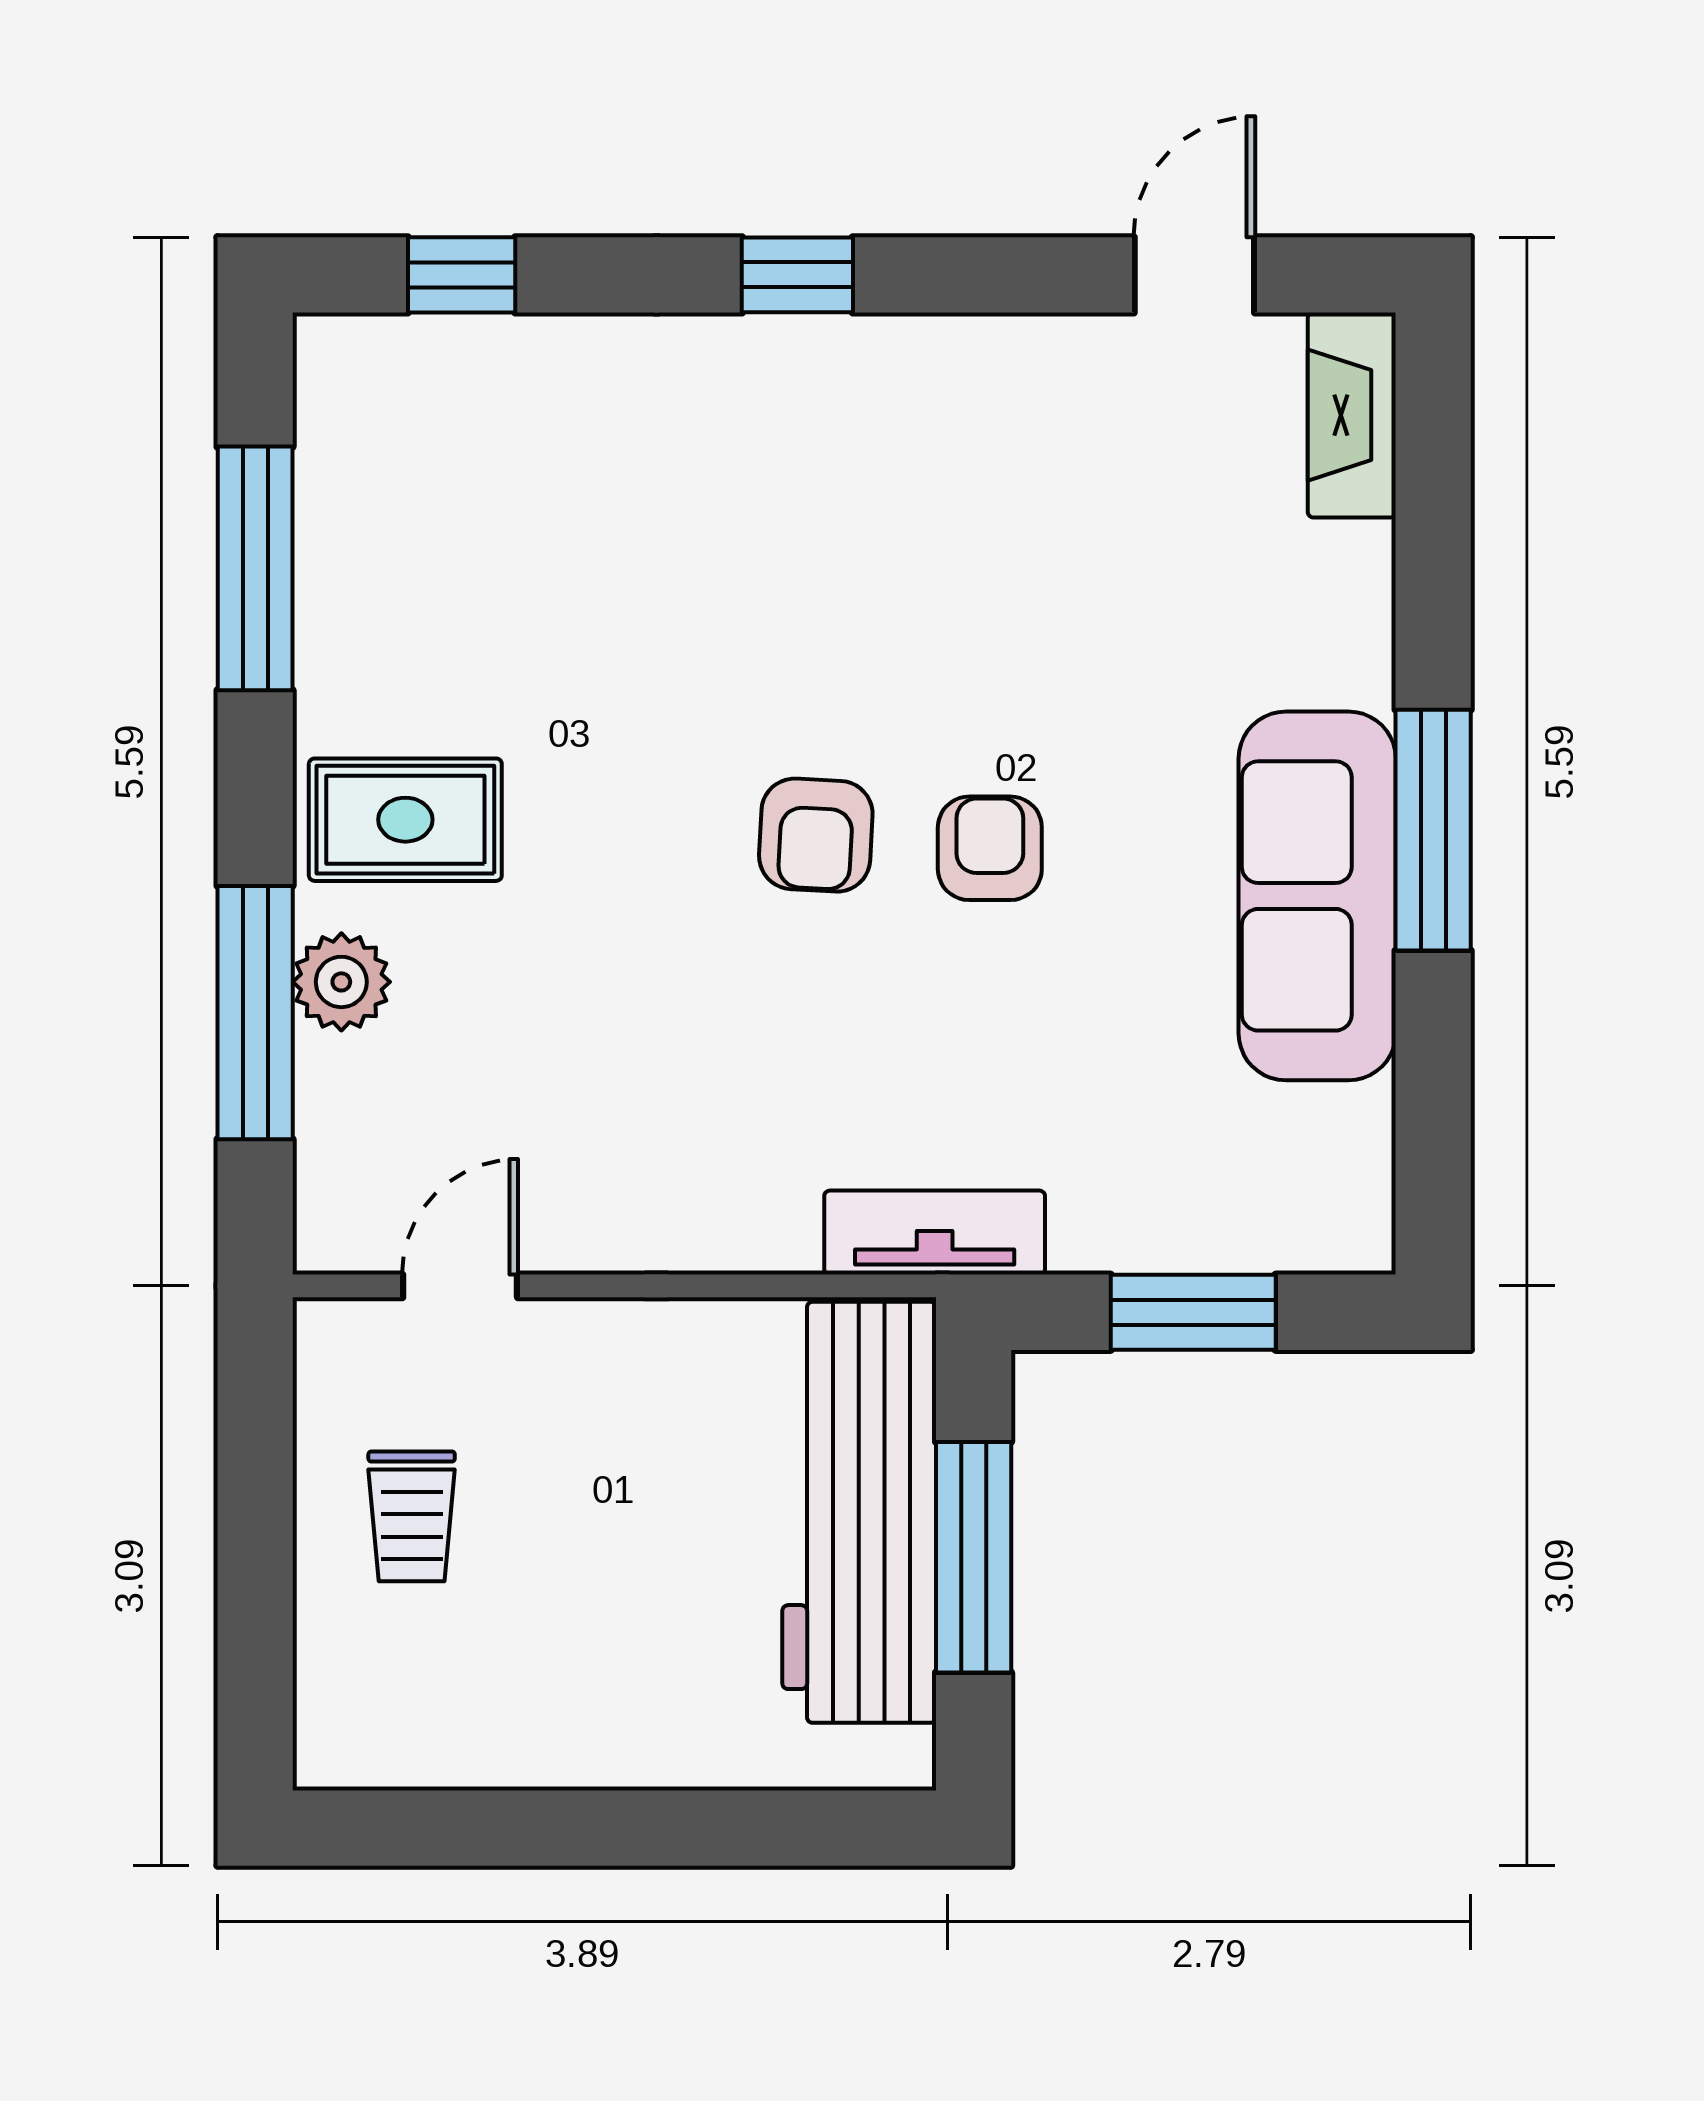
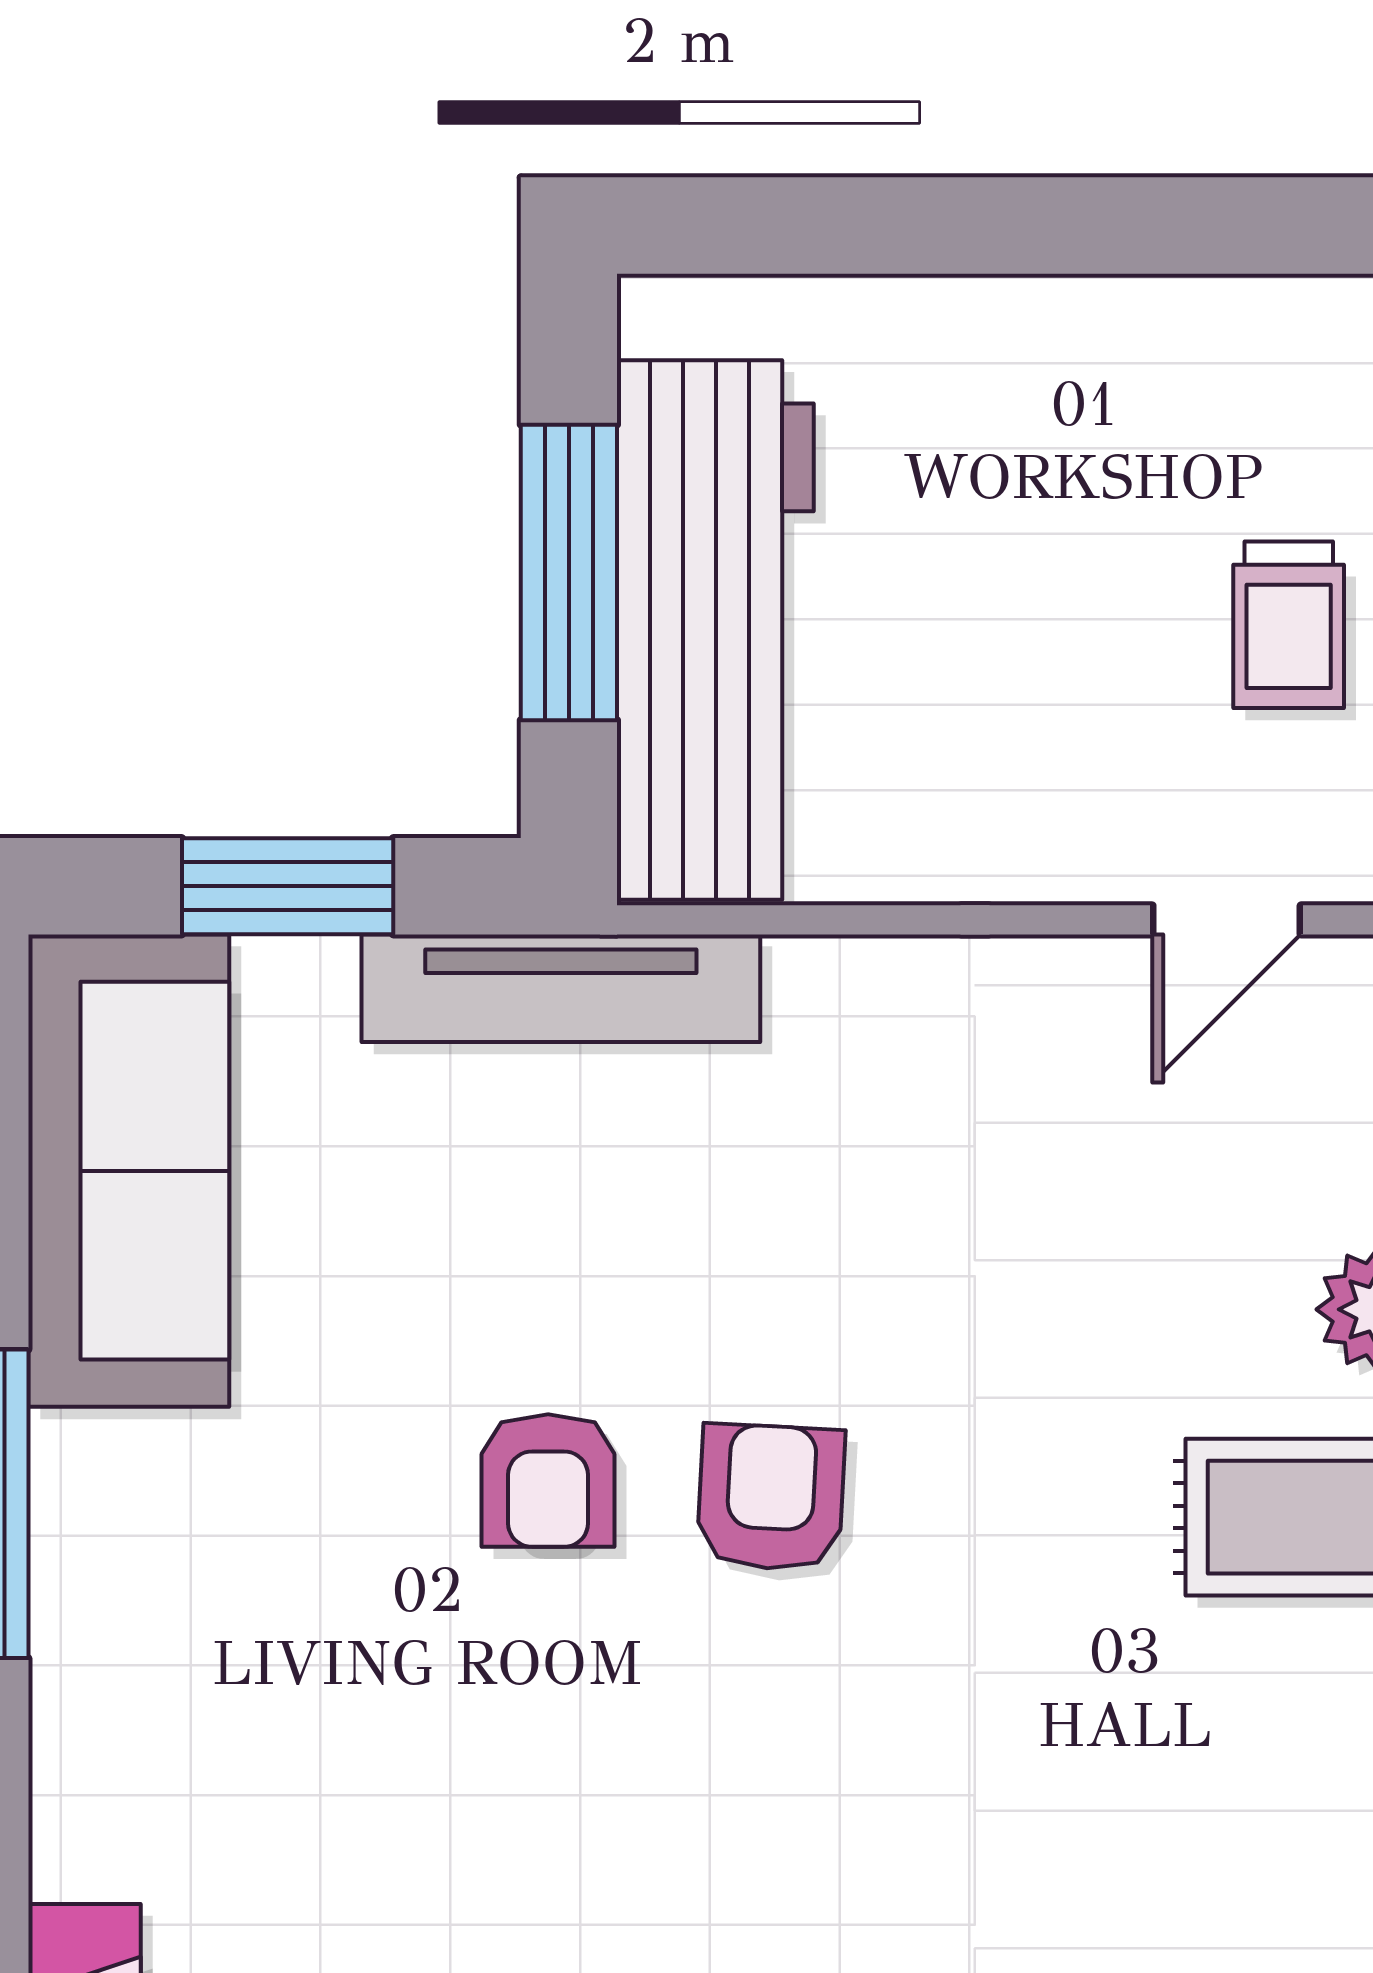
sofa: (1317, 896) -> (129, 1171), moved
tv unit: (935, 1233) -> (561, 988), width x1.41
trolley: (412, 1516) -> (1289, 625), turned 180

